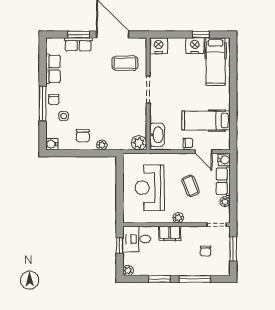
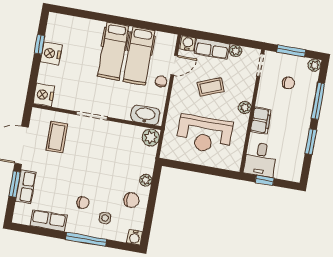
hospital bed: (215, 62) -> (113, 51), moved, turned 90
chair: (54, 100) -> (83, 203), moved
plant: (128, 270) -> (314, 65), moved

